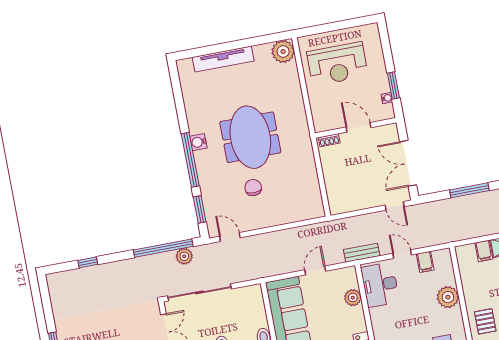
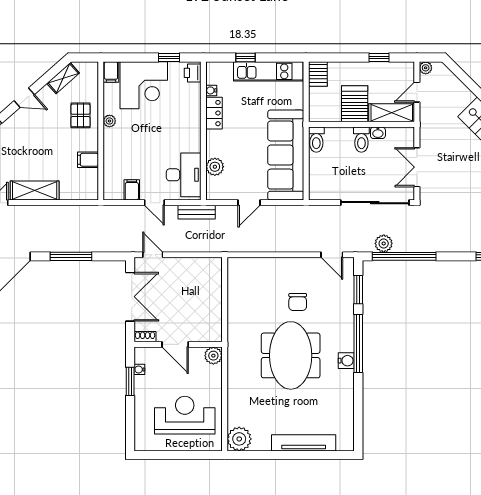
plant: (321, 124) -> (213, 356), added
shoe rack: (329, 140) -> (145, 337), moved
filing cabinet: (484, 251) -> (88, 160), moved, turned -90
plant: (448, 297) -> (109, 121), moved, width x0.53, depth x0.53

